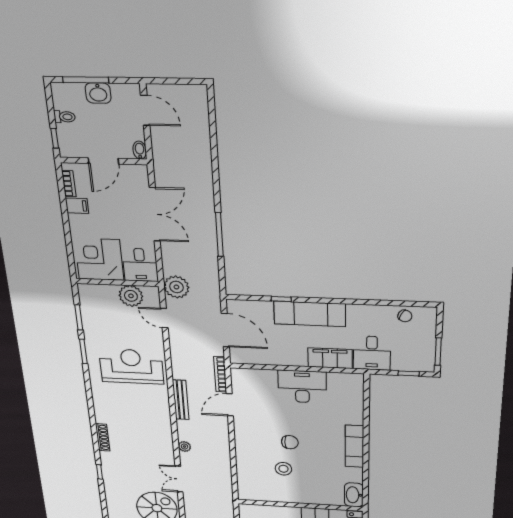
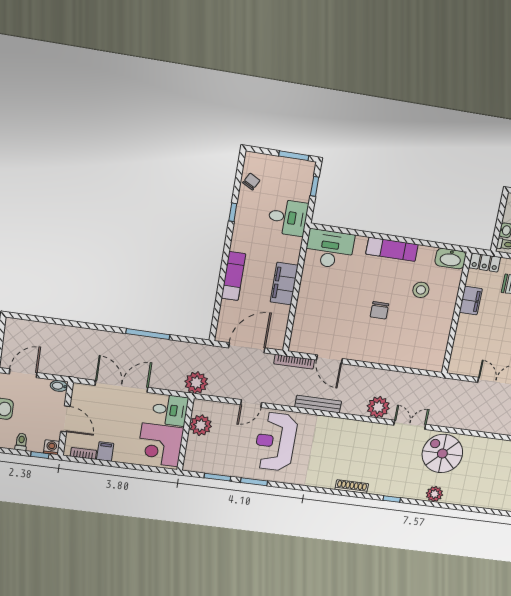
washing machine: (67, 150) -> (52, 447), added
window: (281, 299) -> (233, 212), moved
exam couch: (310, 314) -> (233, 276), width x0.73, depth x0.69
door: (164, 318) -> (251, 404), moved
filing cabinet: (330, 358) -> (284, 284), moved
desk: (302, 387) -> (330, 249), moved, turned 90
chair: (290, 442) -> (379, 310), turned 180
plant: (184, 447) -> (378, 407), width x1.88, depth x1.88
stool: (283, 469) -> (421, 290), moved
double door: (179, 479) -> (410, 425), swing flipped
plant: (115, 506) -> (434, 494), added

